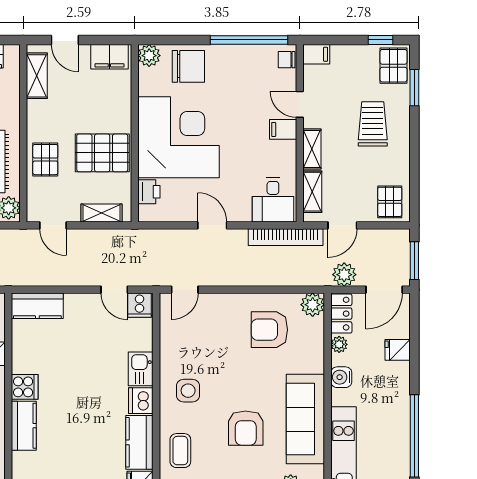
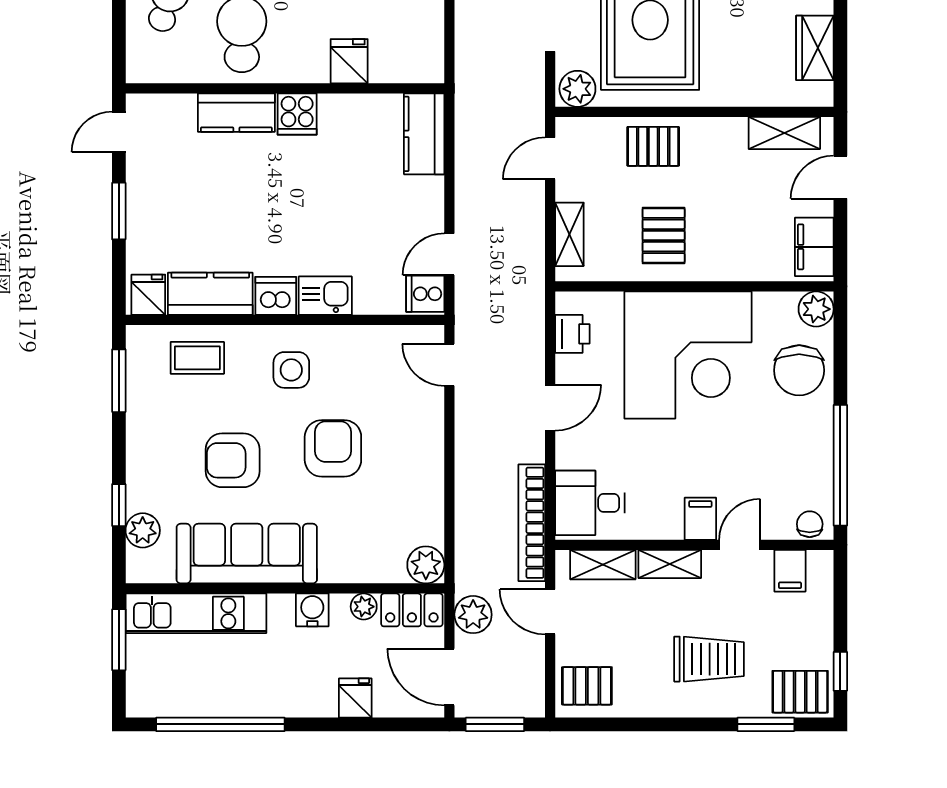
filing cabinet: (316, 54) -> (790, 571), moved
pallet: (102, 153) -> (664, 236), width x0.67, depth x0.71
printer: (149, 192) -> (572, 334), moved, turned -90
armchair: (269, 330) -> (333, 448), moved

